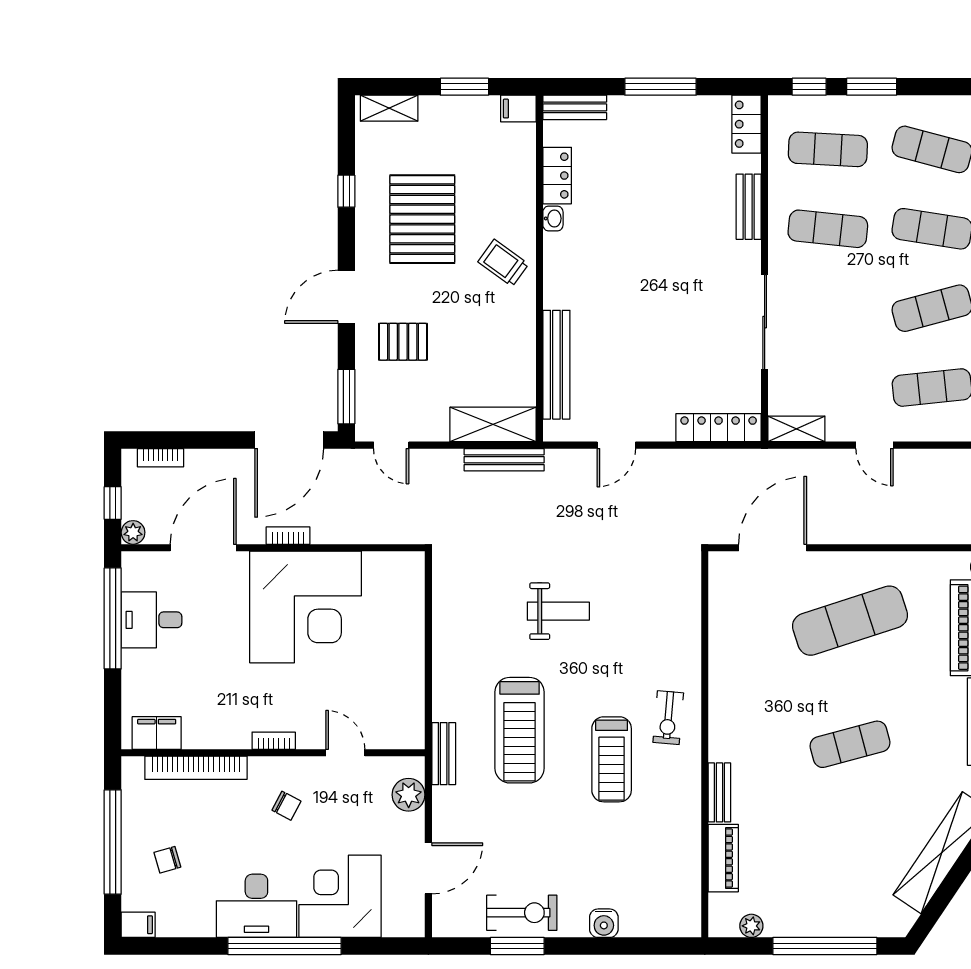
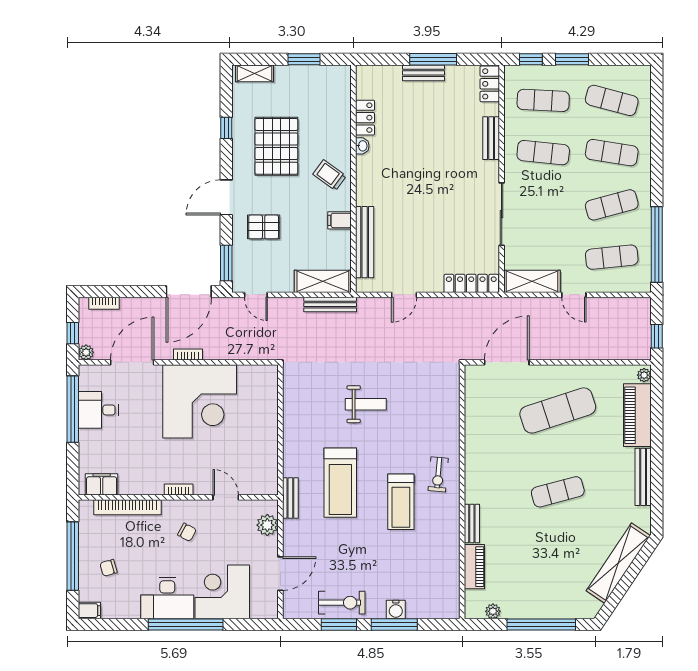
bench: (575, 107) -> (423, 73), moved
filing cabinet: (518, 109) -> (340, 220), moved
shelving: (796, 429) -> (532, 281), width x1.50, depth x1.33
window: (602, 946) -> (394, 625), added

